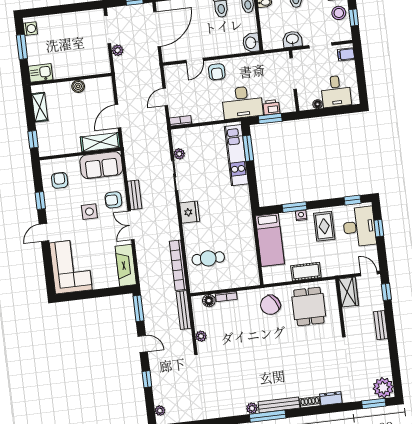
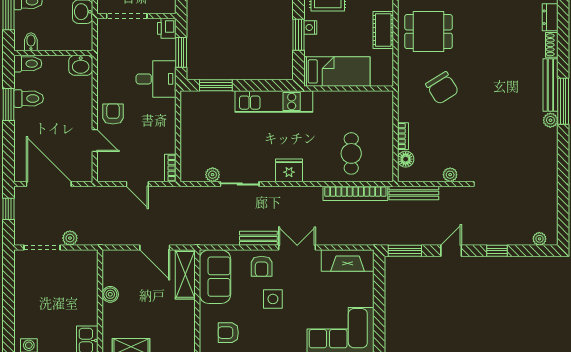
armchair: (217, 72) -> (113, 114), turned -90
desk: (242, 102) -> (156, 79), width x0.73
printer: (271, 107) -> (167, 28), moved
kitchen unit: (236, 155) -> (274, 101), moved
double door: (131, 225) -> (297, 248), swing flipped
chair: (270, 305) -> (442, 88), moved

